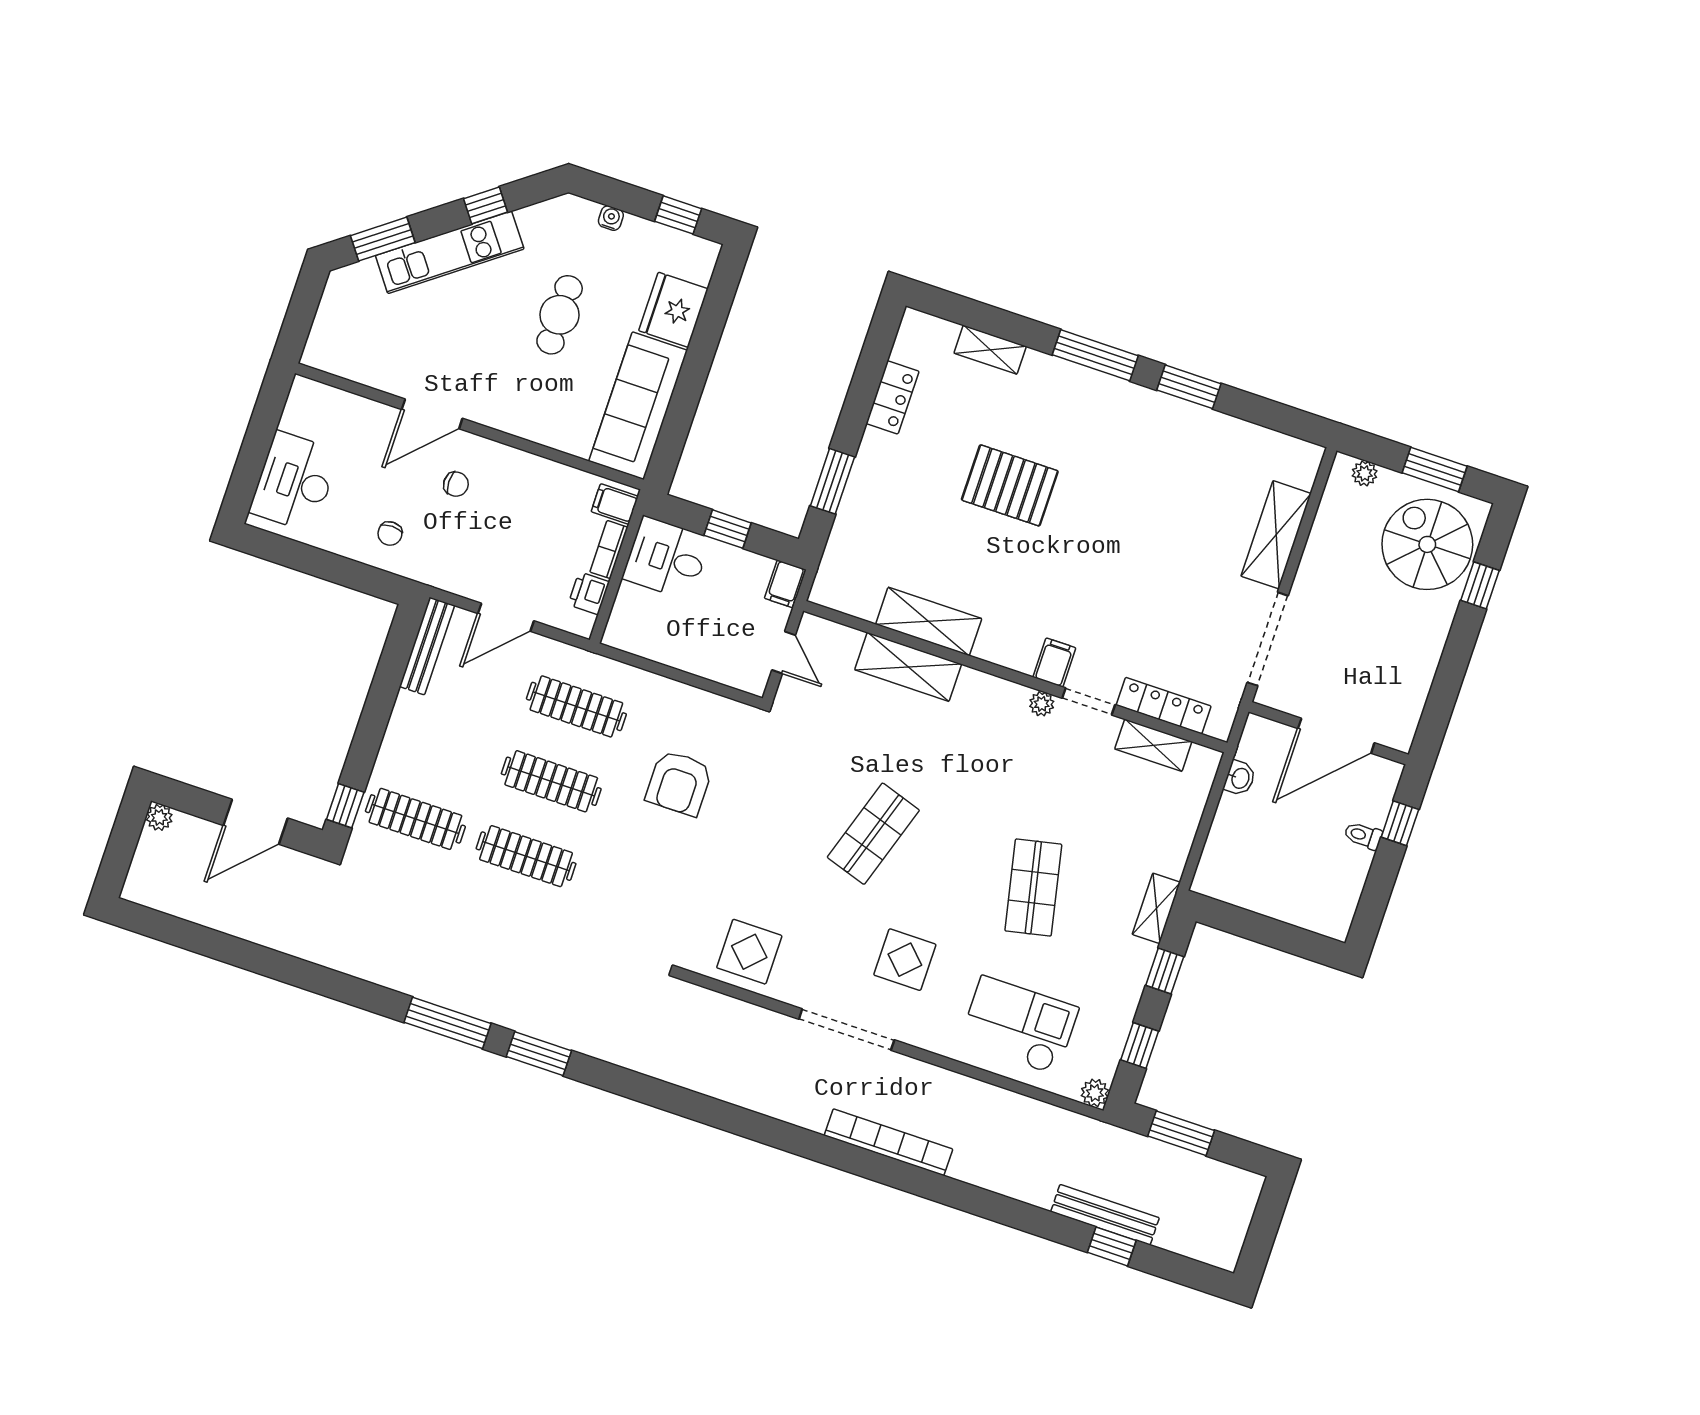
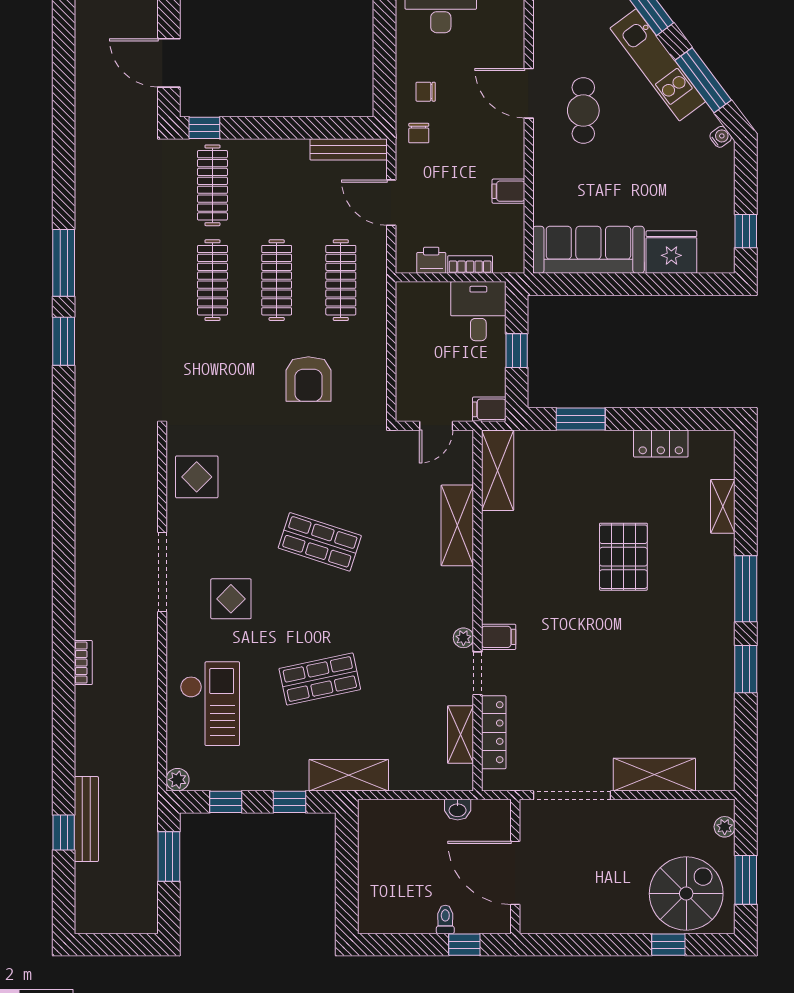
window: (485, 205) -> (703, 80), width x2.17
water cooler: (611, 218) -> (721, 137), moved, turned -37
cafe table: (560, 315) -> (583, 111), moved, turned 90
chair: (456, 484) -> (419, 133), moved
filing cabinet: (615, 504) -> (508, 191), moved, turned -90
shelving: (929, 621) -> (498, 470), moved
armchair: (679, 783) -> (308, 379), turned -90
shelving: (1156, 908) -> (349, 775), width x1.50, depth x1.33
bookcase: (888, 1142) -> (83, 663), width x0.43, depth x0.76

